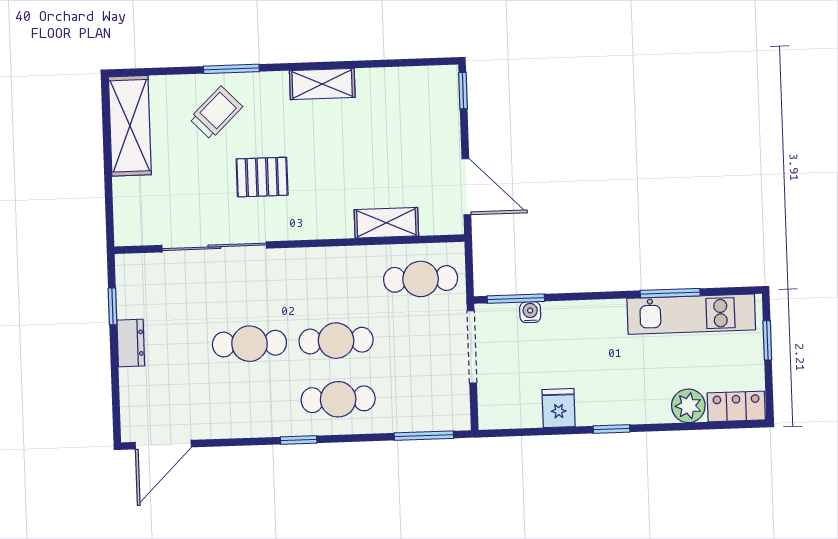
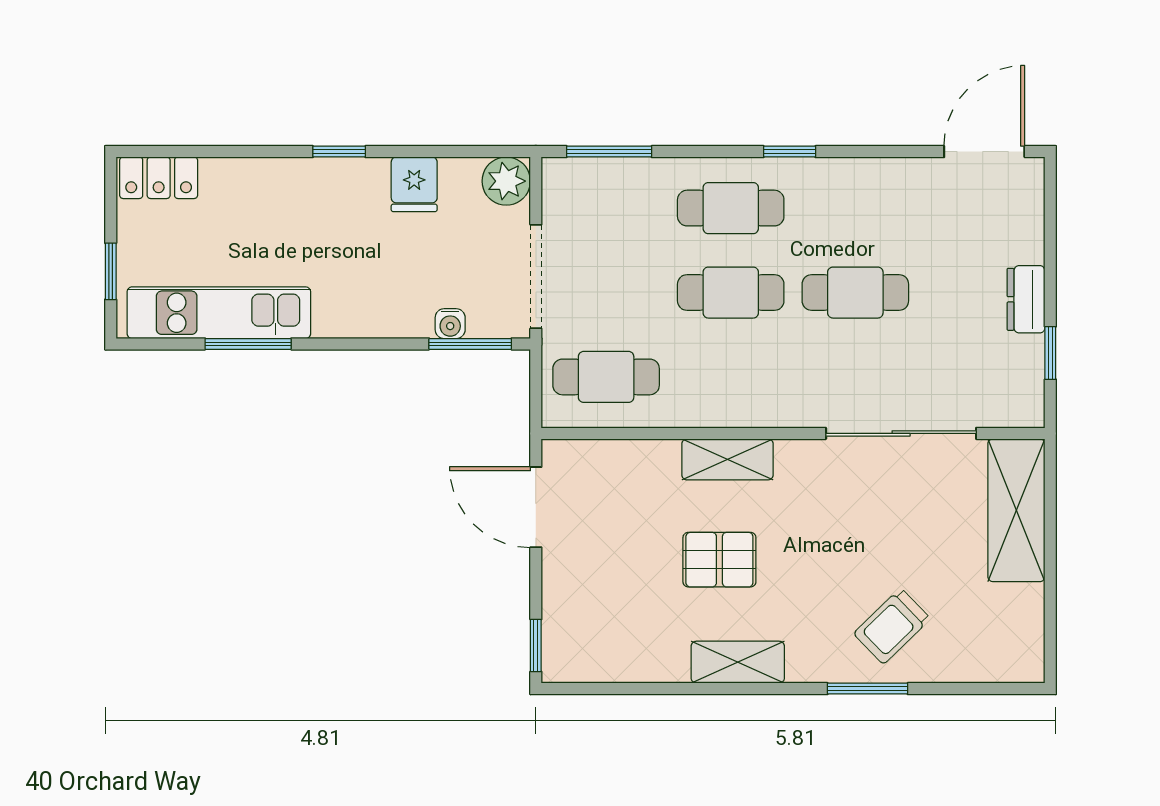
shelving: (130, 126) -> (1016, 510), moved
pallet: (262, 177) -> (719, 560), moved
shelving: (386, 223) -> (727, 459), moved
plant: (688, 406) -> (506, 181), moved

